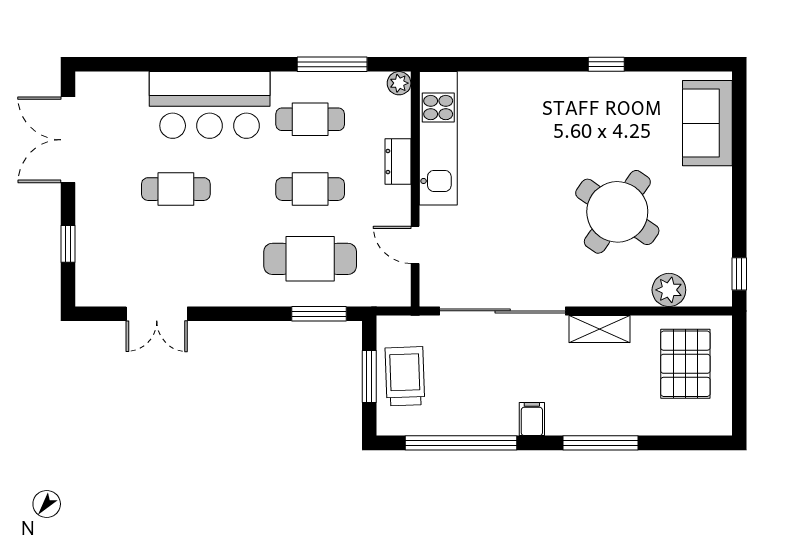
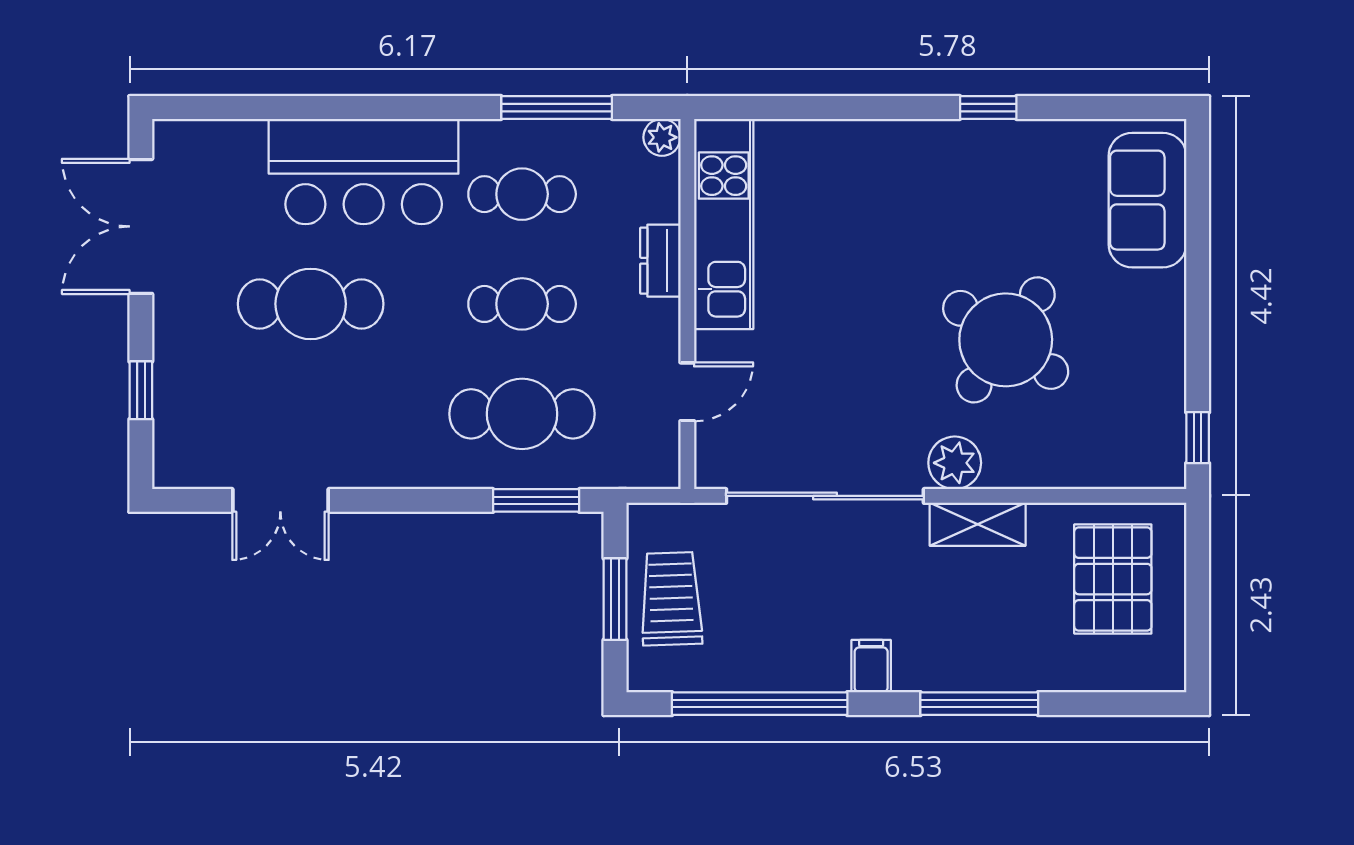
cafe table: (176, 189) -> (311, 304), width x1.37, depth x1.35
door: (415, 245) -> (687, 392), swing flipped
plant: (669, 290) -> (955, 463), moved

